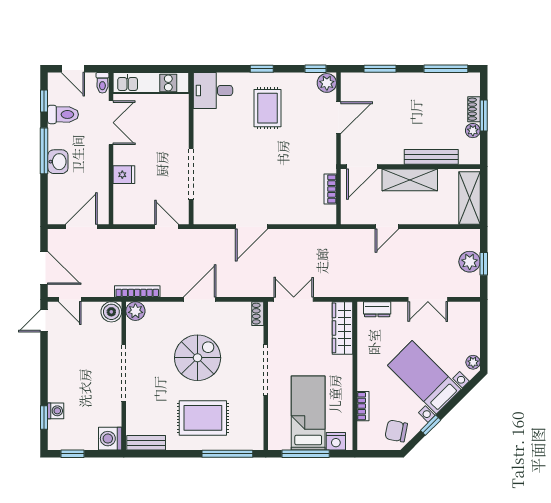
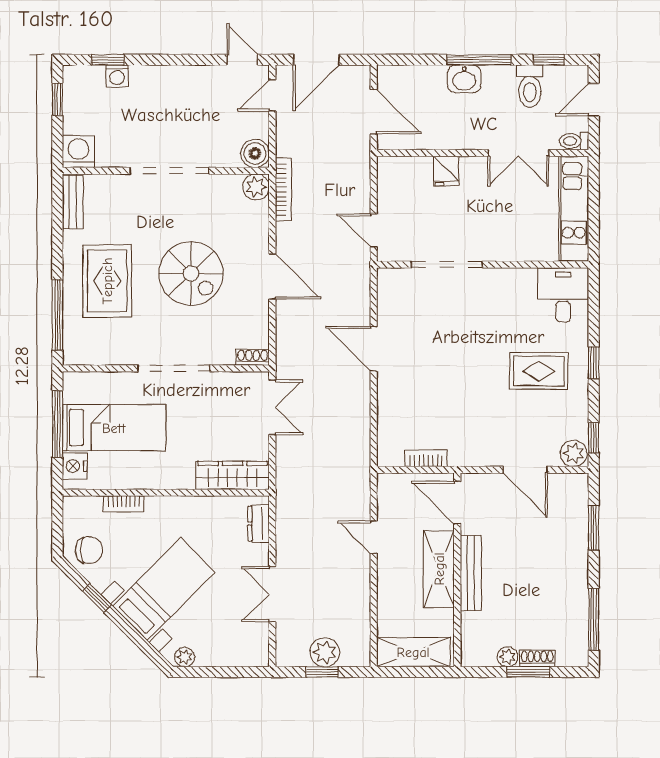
bench: (431, 157) -> (471, 573), moved
door: (167, 227) -> (374, 230), swing flipped
chair: (396, 431) -> (89, 550), turned 79

